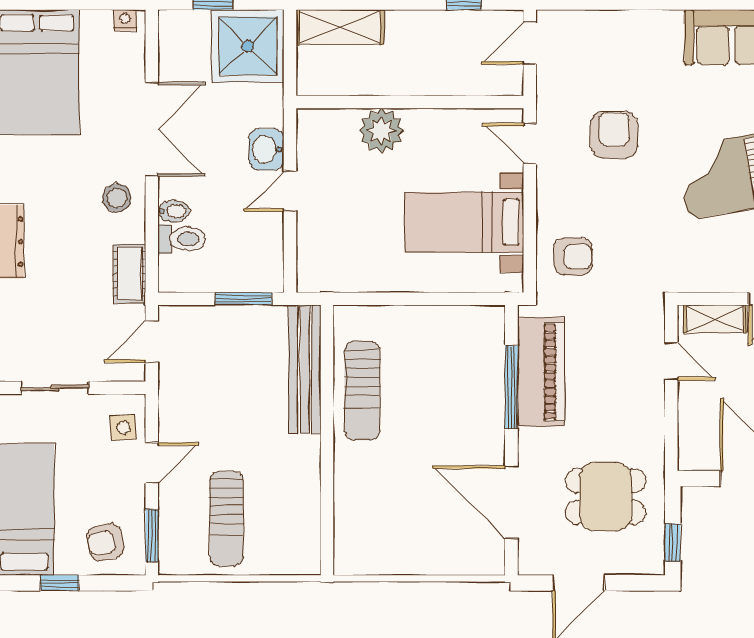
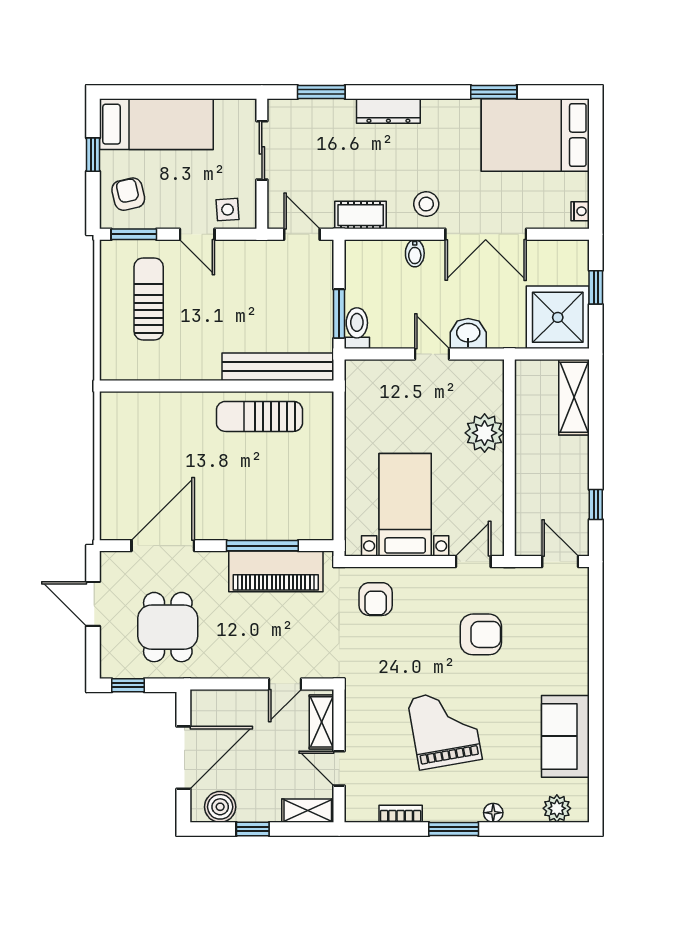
toilet: (182, 239) -> (357, 328), moved, turned 180
sun lounger: (226, 519) -> (149, 299), turned 90

